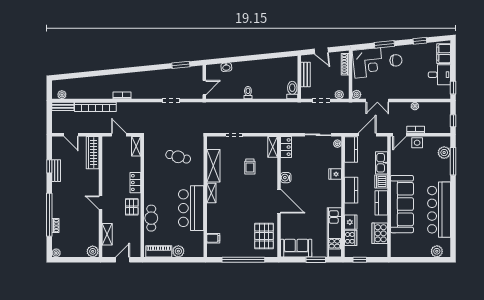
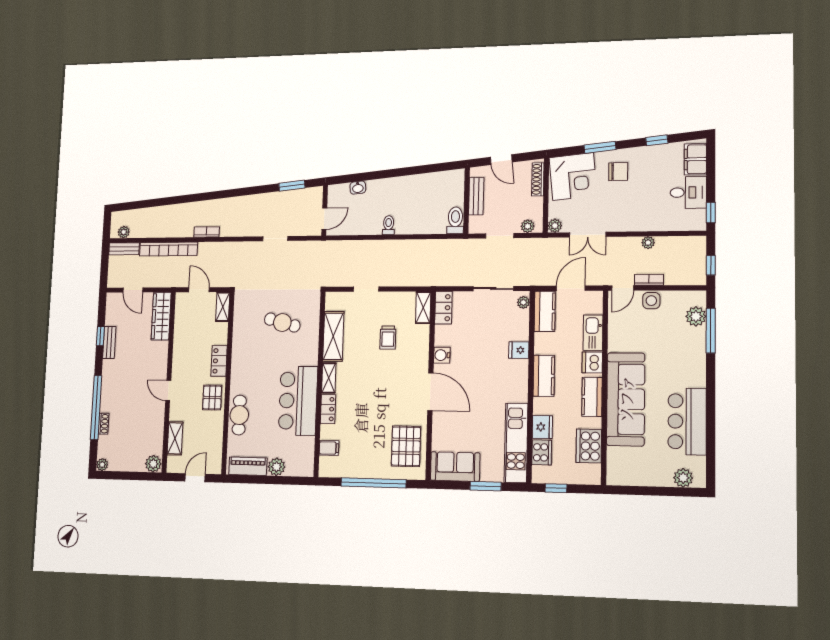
bar counter: (439, 210) -> (687, 421), width x0.73
locker: (212, 213) -> (328, 409), added

